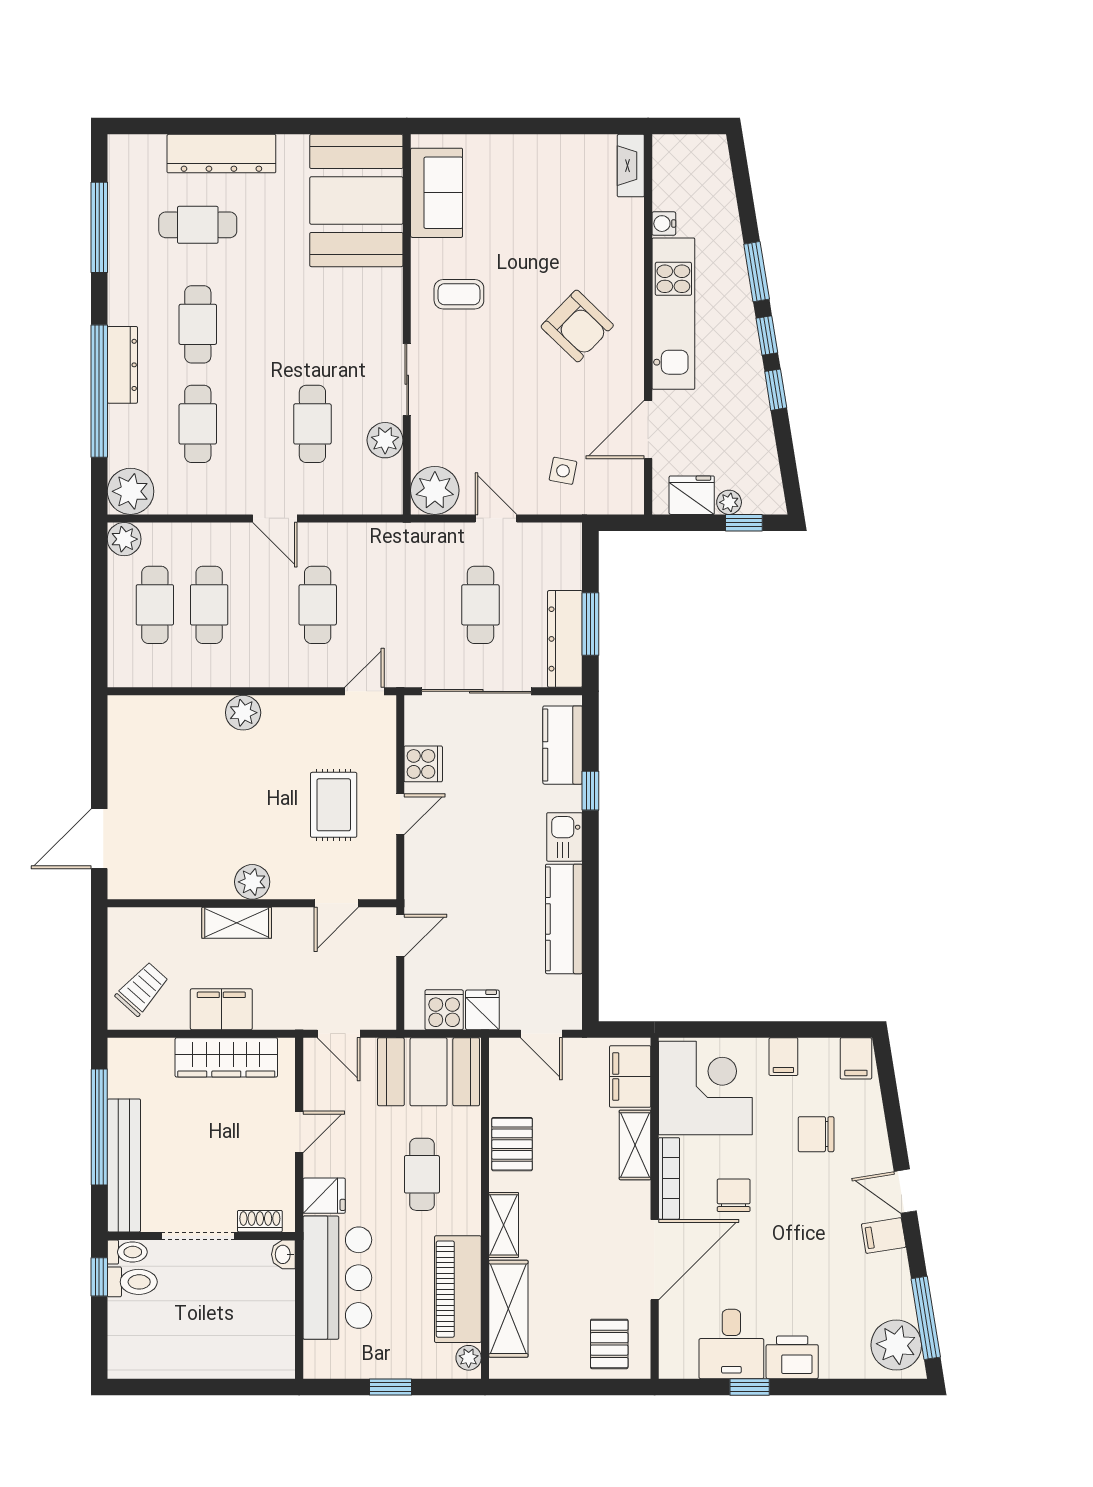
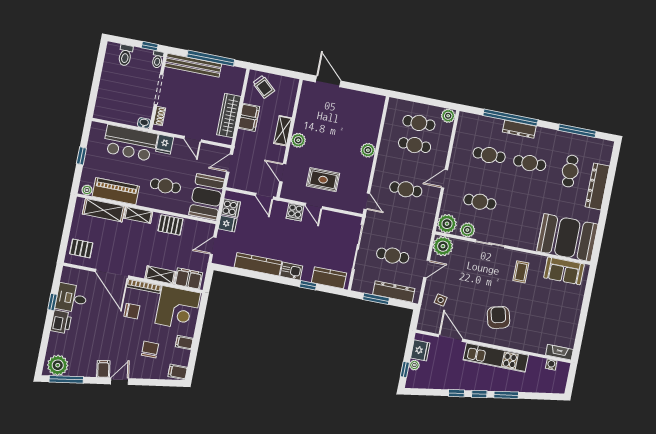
water cooler: (664, 224) -> (551, 365), moved
armchair: (577, 326) -> (498, 317), turned 122
plant: (131, 491) -> (447, 224), moved
dresser: (565, 639) -> (394, 292), moved
cooker: (423, 764) -> (295, 212), moved
toilet: (132, 1282) -> (125, 55), moved

